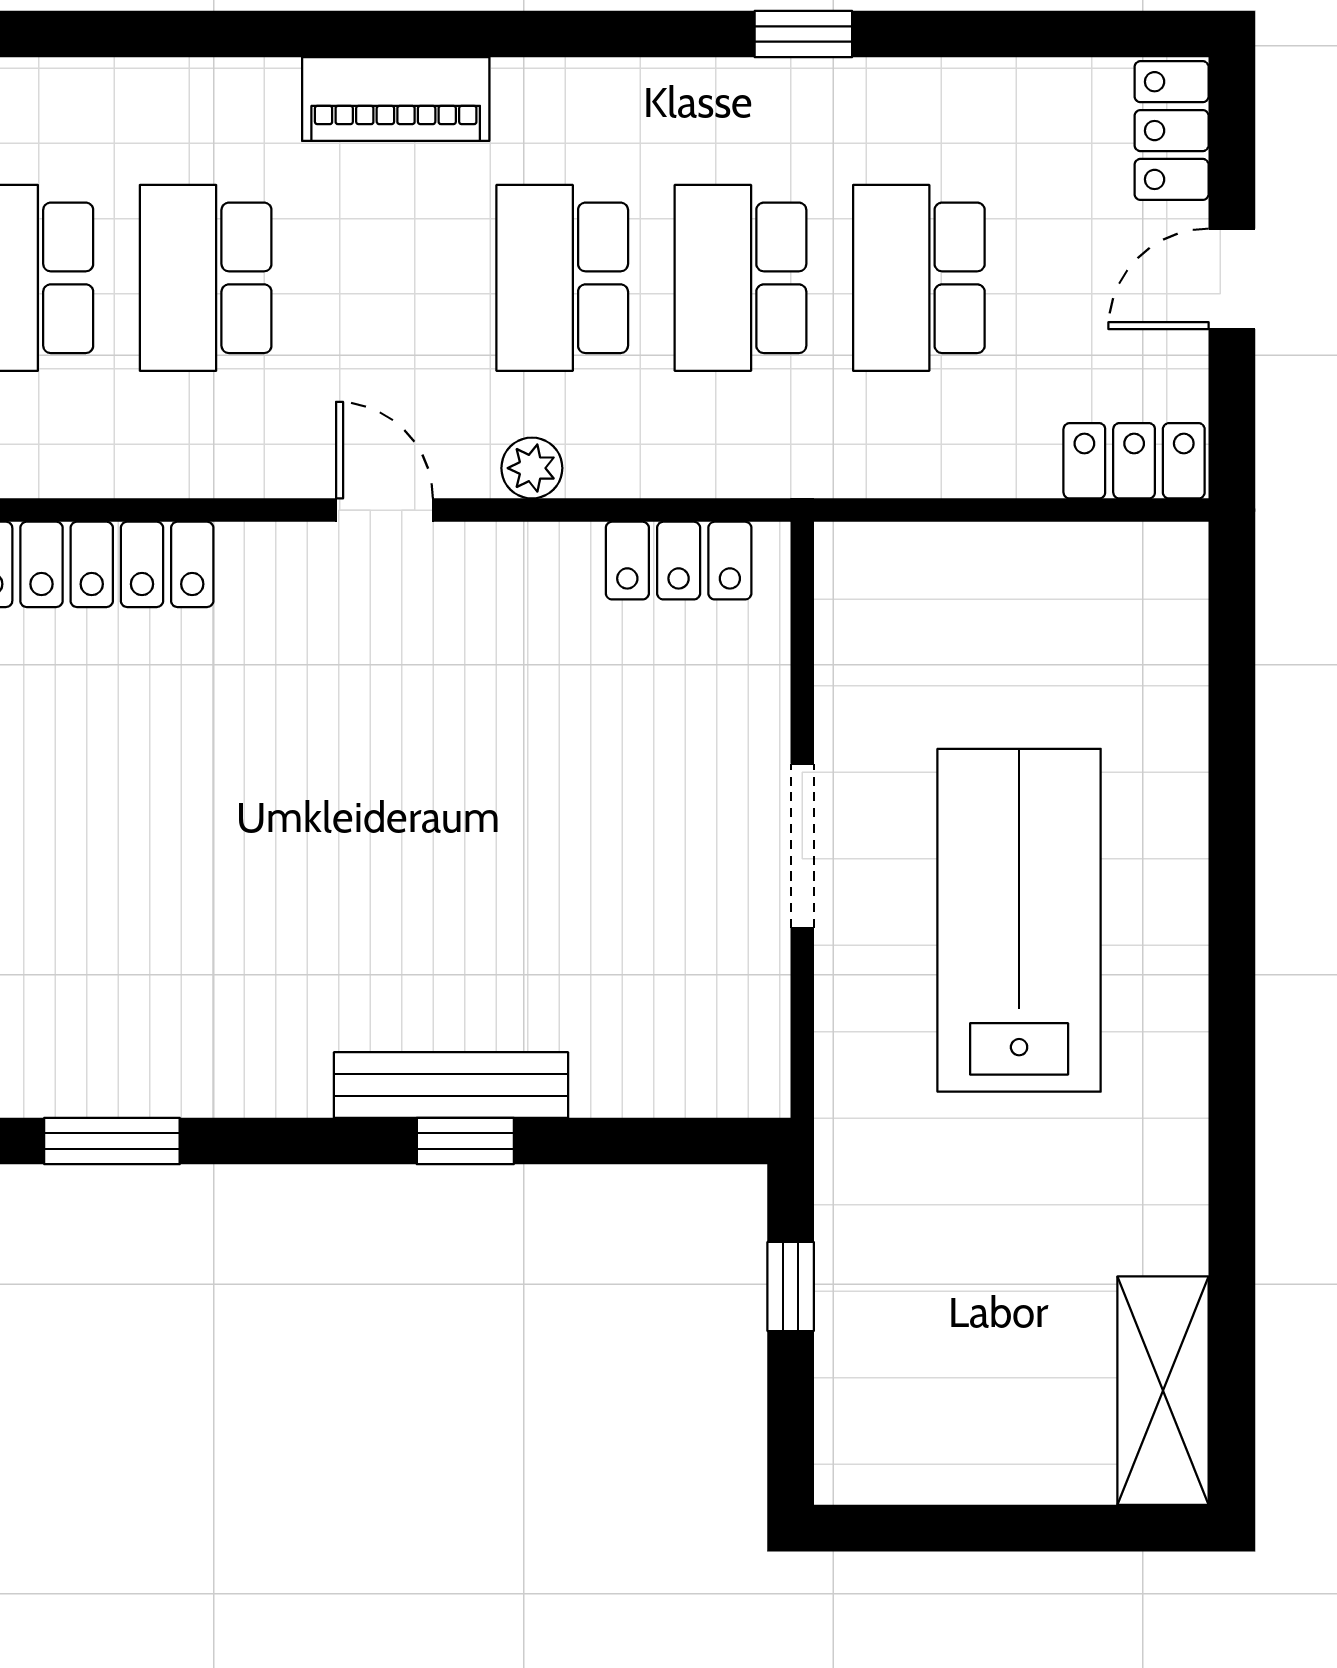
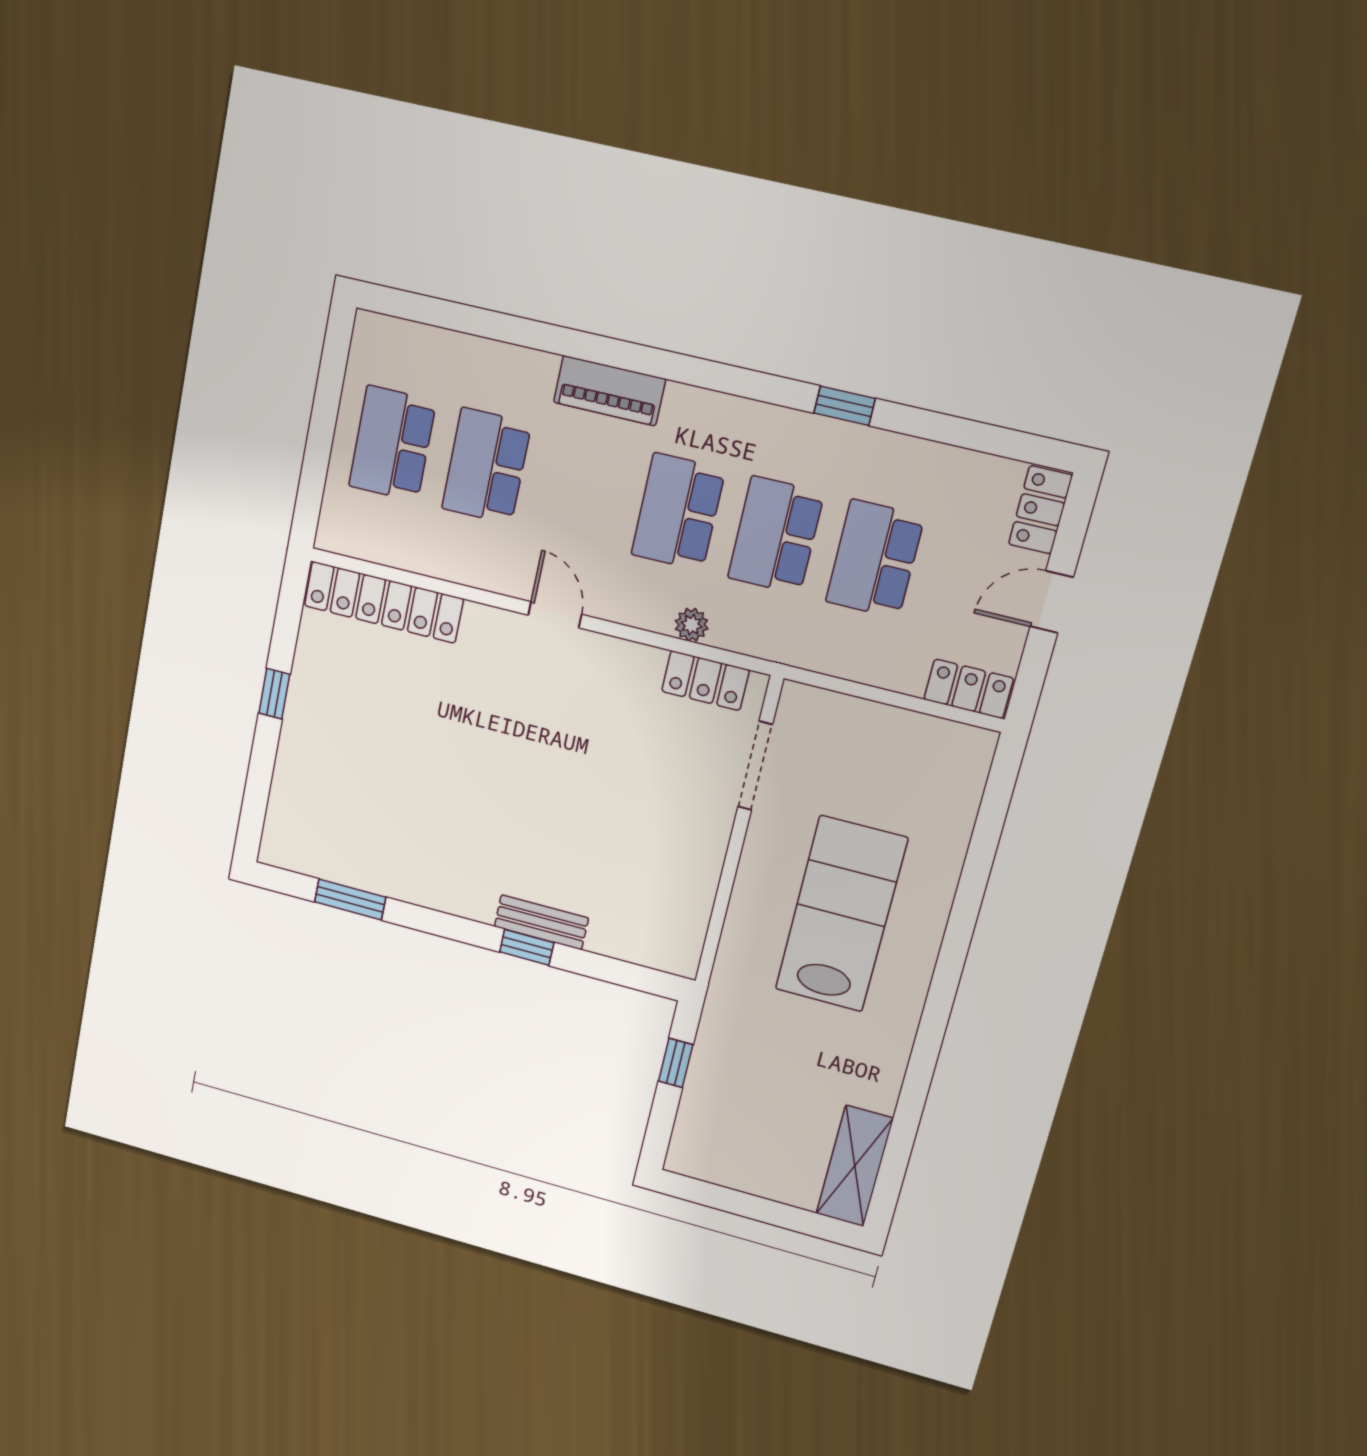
plant: (532, 468) -> (692, 625), moved
doorway: (802, 846) -> (755, 766), moved
bench: (451, 1085) -> (541, 922), width x0.73

